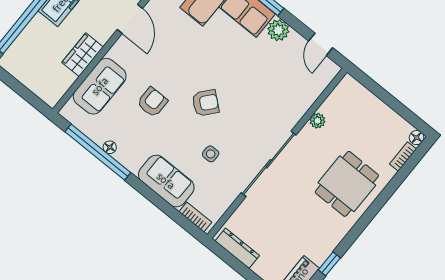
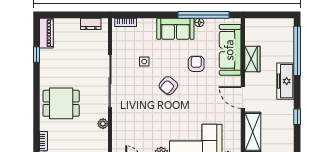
sofa: (100, 86) -> (230, 50), width x1.36
armchair: (152, 102) -> (196, 64), turned 180
sofa: (166, 181) -> (175, 29), moved
dining table: (347, 184) -> (61, 103), turned 90
dresser: (237, 248) -> (91, 24), width x0.70

